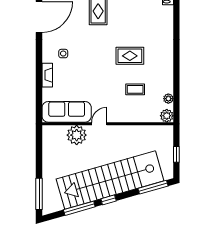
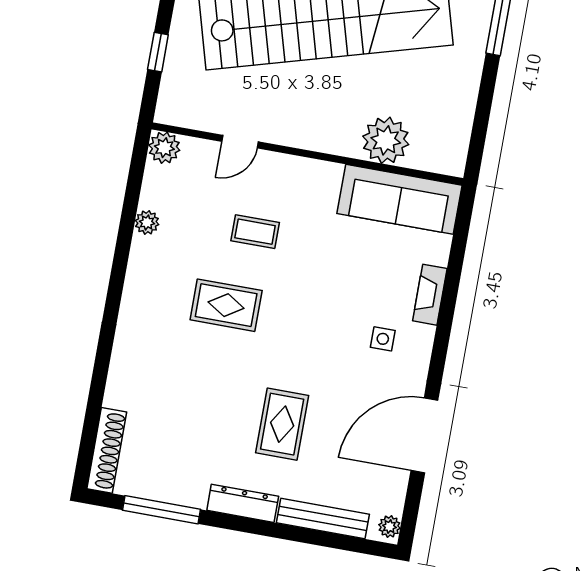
coffee table: (135, 89) -> (255, 232), moved
plant: (168, 99) -> (147, 222), moved
door: (99, 124) -> (240, 142), moved

